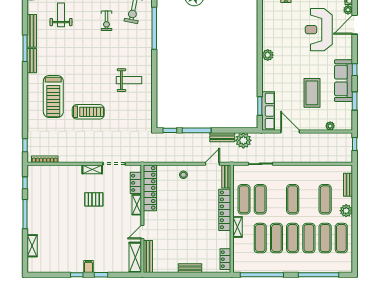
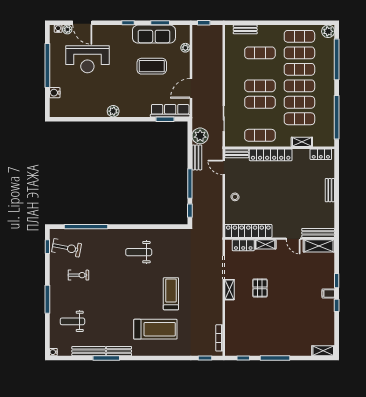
weight bench: (129, 80) -> (139, 252), turned -90
sofa: (344, 81) -> (154, 34), moved
exercise mat: (260, 199) -> (260, 102), moved
plant: (346, 211) -> (328, 31), moved
shelving: (238, 227) -> (302, 142), moved
shelving: (32, 246) -> (323, 351), moved

